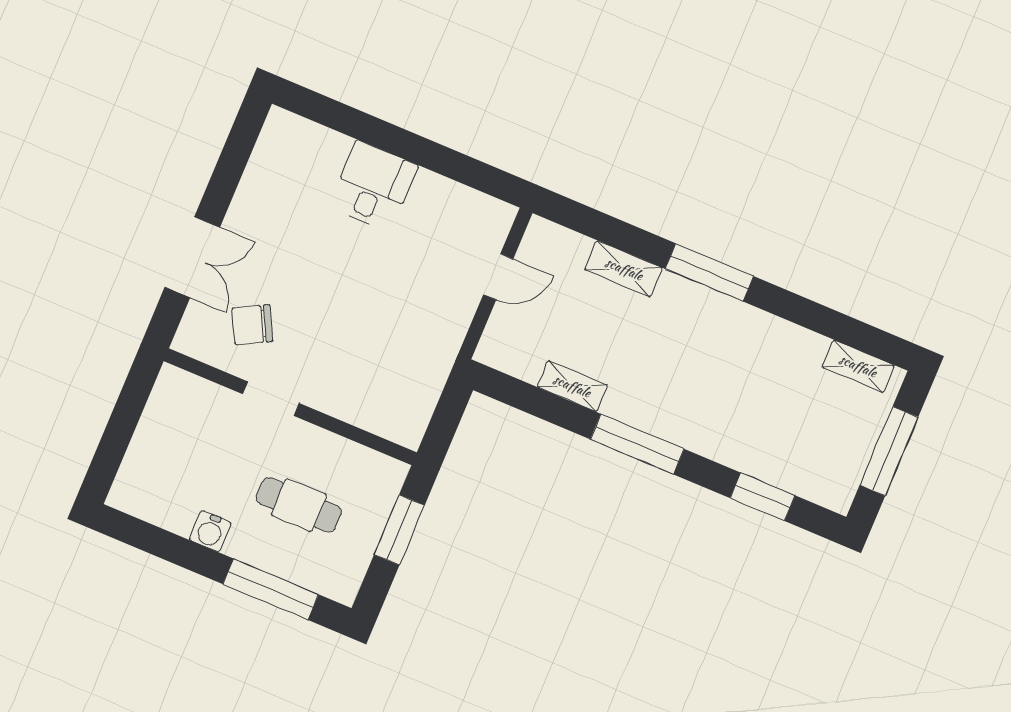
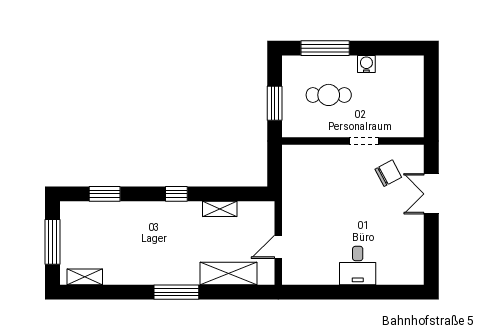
shelving: (624, 269) -> (228, 274), width x1.50, depth x1.33
window: (637, 444) -> (176, 194), width x0.46

